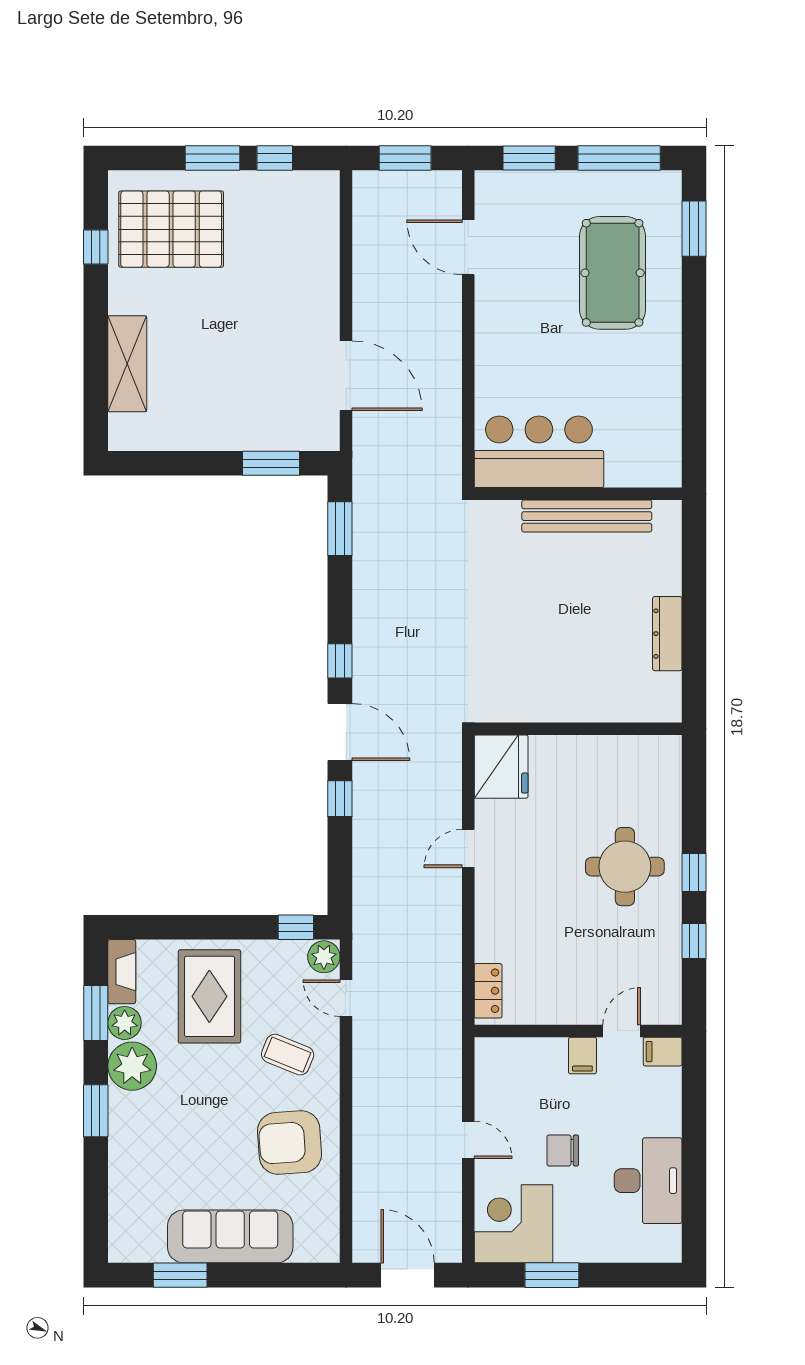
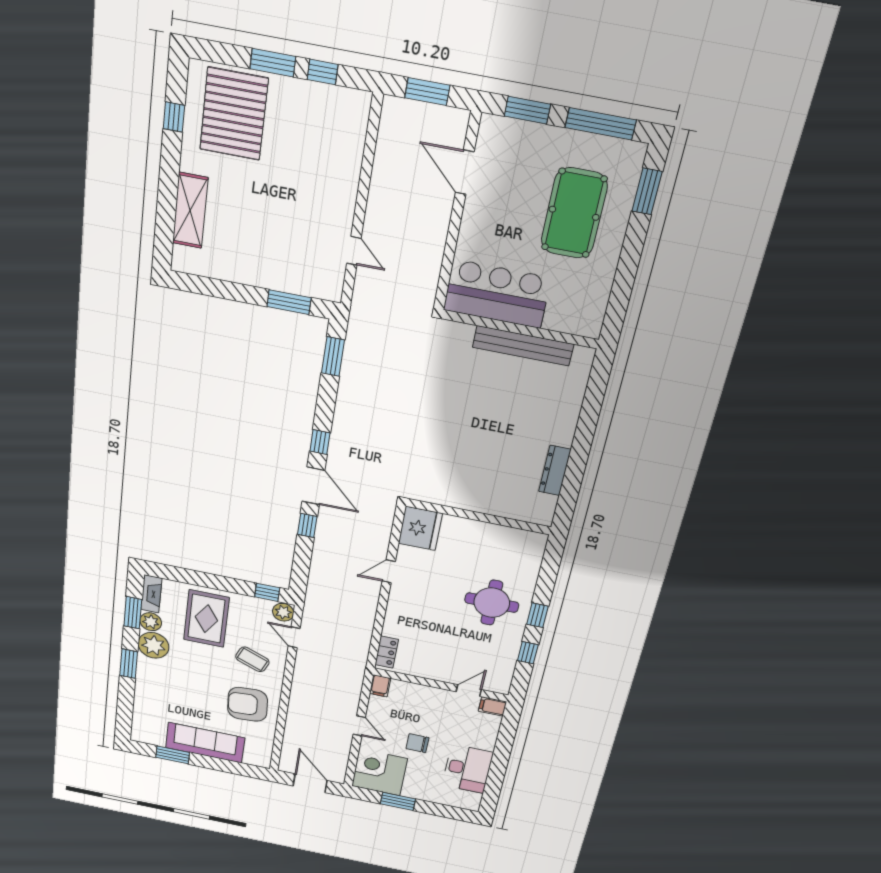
pallet: (171, 229) -> (234, 114), turned 90
door: (346, 376) -> (354, 251), width x0.53
bar counter: (539, 452) -> (497, 294), moved
wall: (578, 494) -> (520, 329), moved
bench: (587, 516) -> (523, 346), moved
filing cabinet: (582, 1056) -> (380, 686), moved

